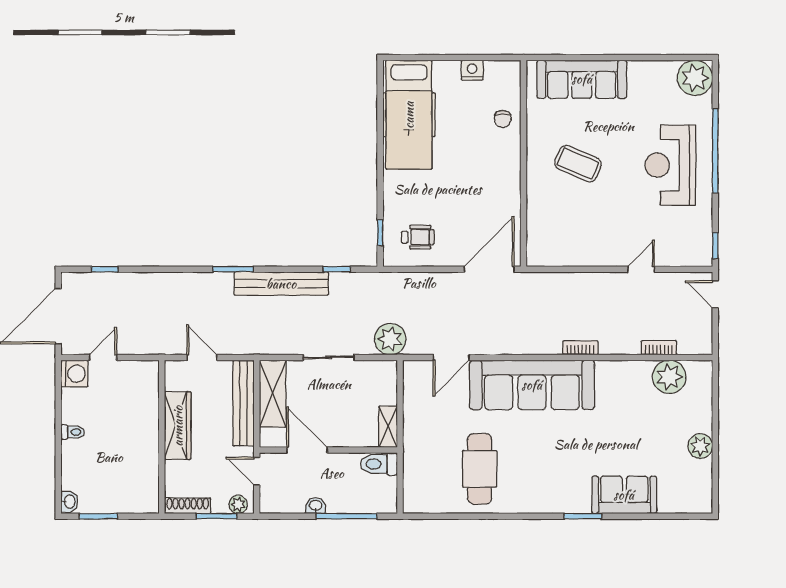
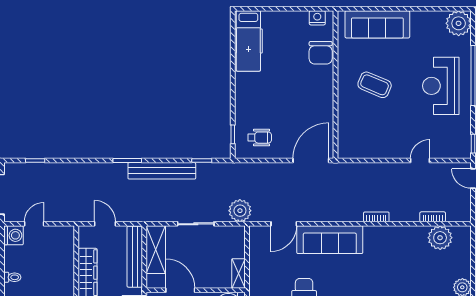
nightstand: (472, 70) -> (317, 18), moved
hospital bed: (409, 115) -> (248, 41), width x0.73, depth x0.78
chair: (503, 119) -> (321, 53), width x1.87, depth x1.87
sofa: (532, 385) -> (330, 240), width x0.74, depth x0.79

